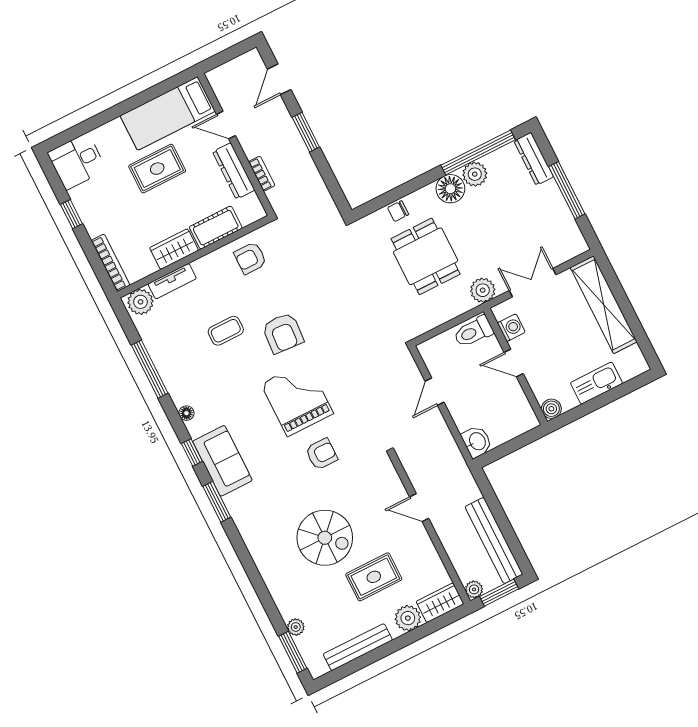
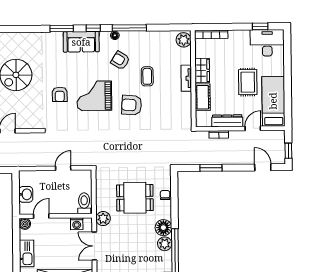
window: (233, 52) -> (288, 151), added
window: (306, 132) -> (211, 168), moved
desk: (77, 161) -> (267, 43), width x1.37
window: (71, 214) -> (260, 26), moved
armchair: (250, 258) -> (120, 60), moved, turned -58
tv unit: (172, 281) -> (186, 78), moved
double door: (533, 283) -> (94, 246), swing flipped
door: (514, 363) -> (41, 216), moved
window: (150, 369) -> (129, 28), moved
door: (435, 392) -> (63, 168), hinge flipped
grand piano: (297, 399) -> (94, 96), turned 180
washbasin: (477, 442) -> (26, 194), moved, turned -90

